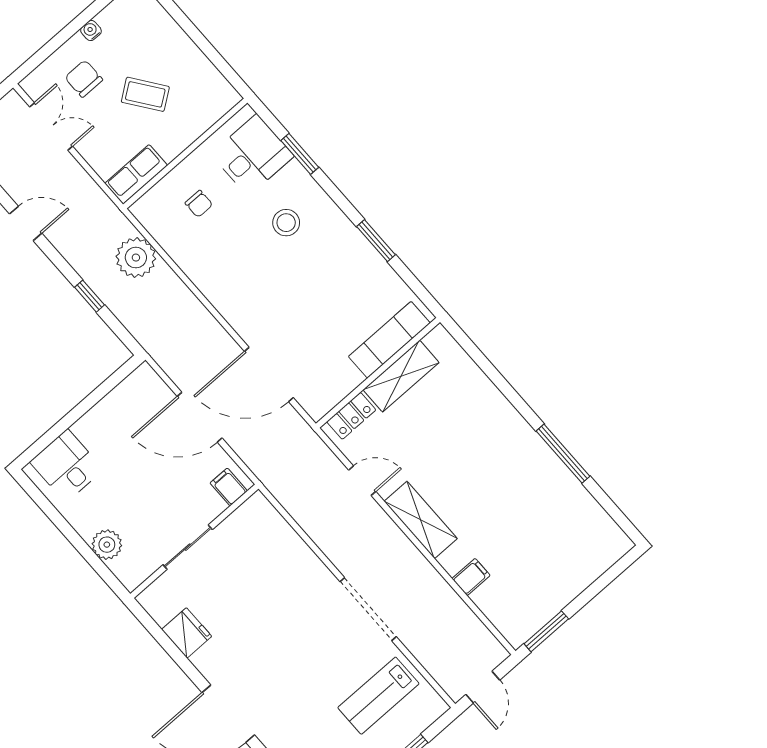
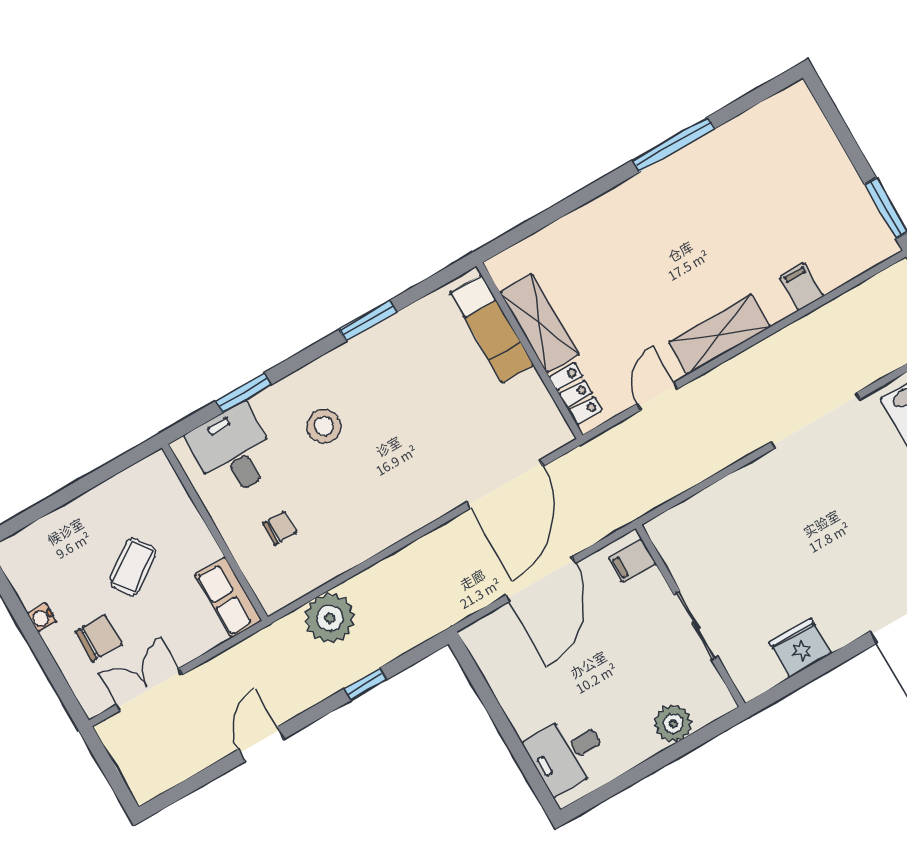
chair: (84, 79) -> (99, 638), turned 180

